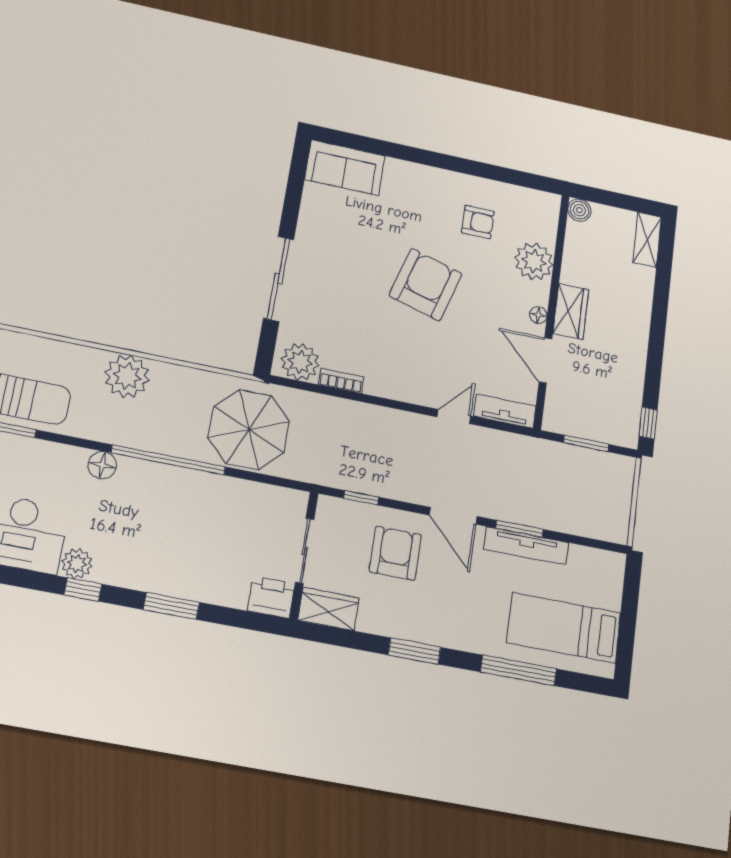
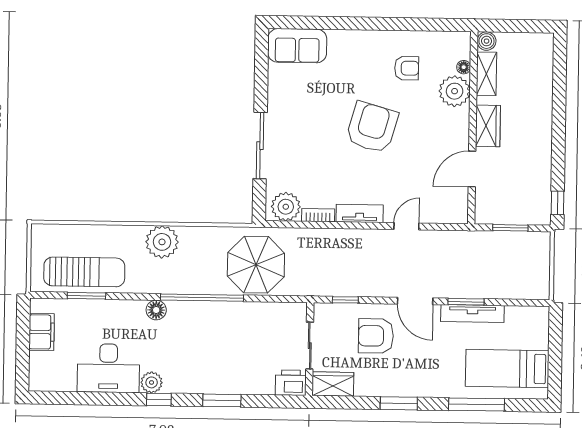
shelving: (647, 240) -> (486, 74), moved
floor lamp: (538, 315) -> (464, 67), moved
door: (545, 360) -> (472, 169), hinge flipped
tv unit: (505, 411) -> (360, 213), moved
armchair: (395, 553) -> (376, 336), turned -90

